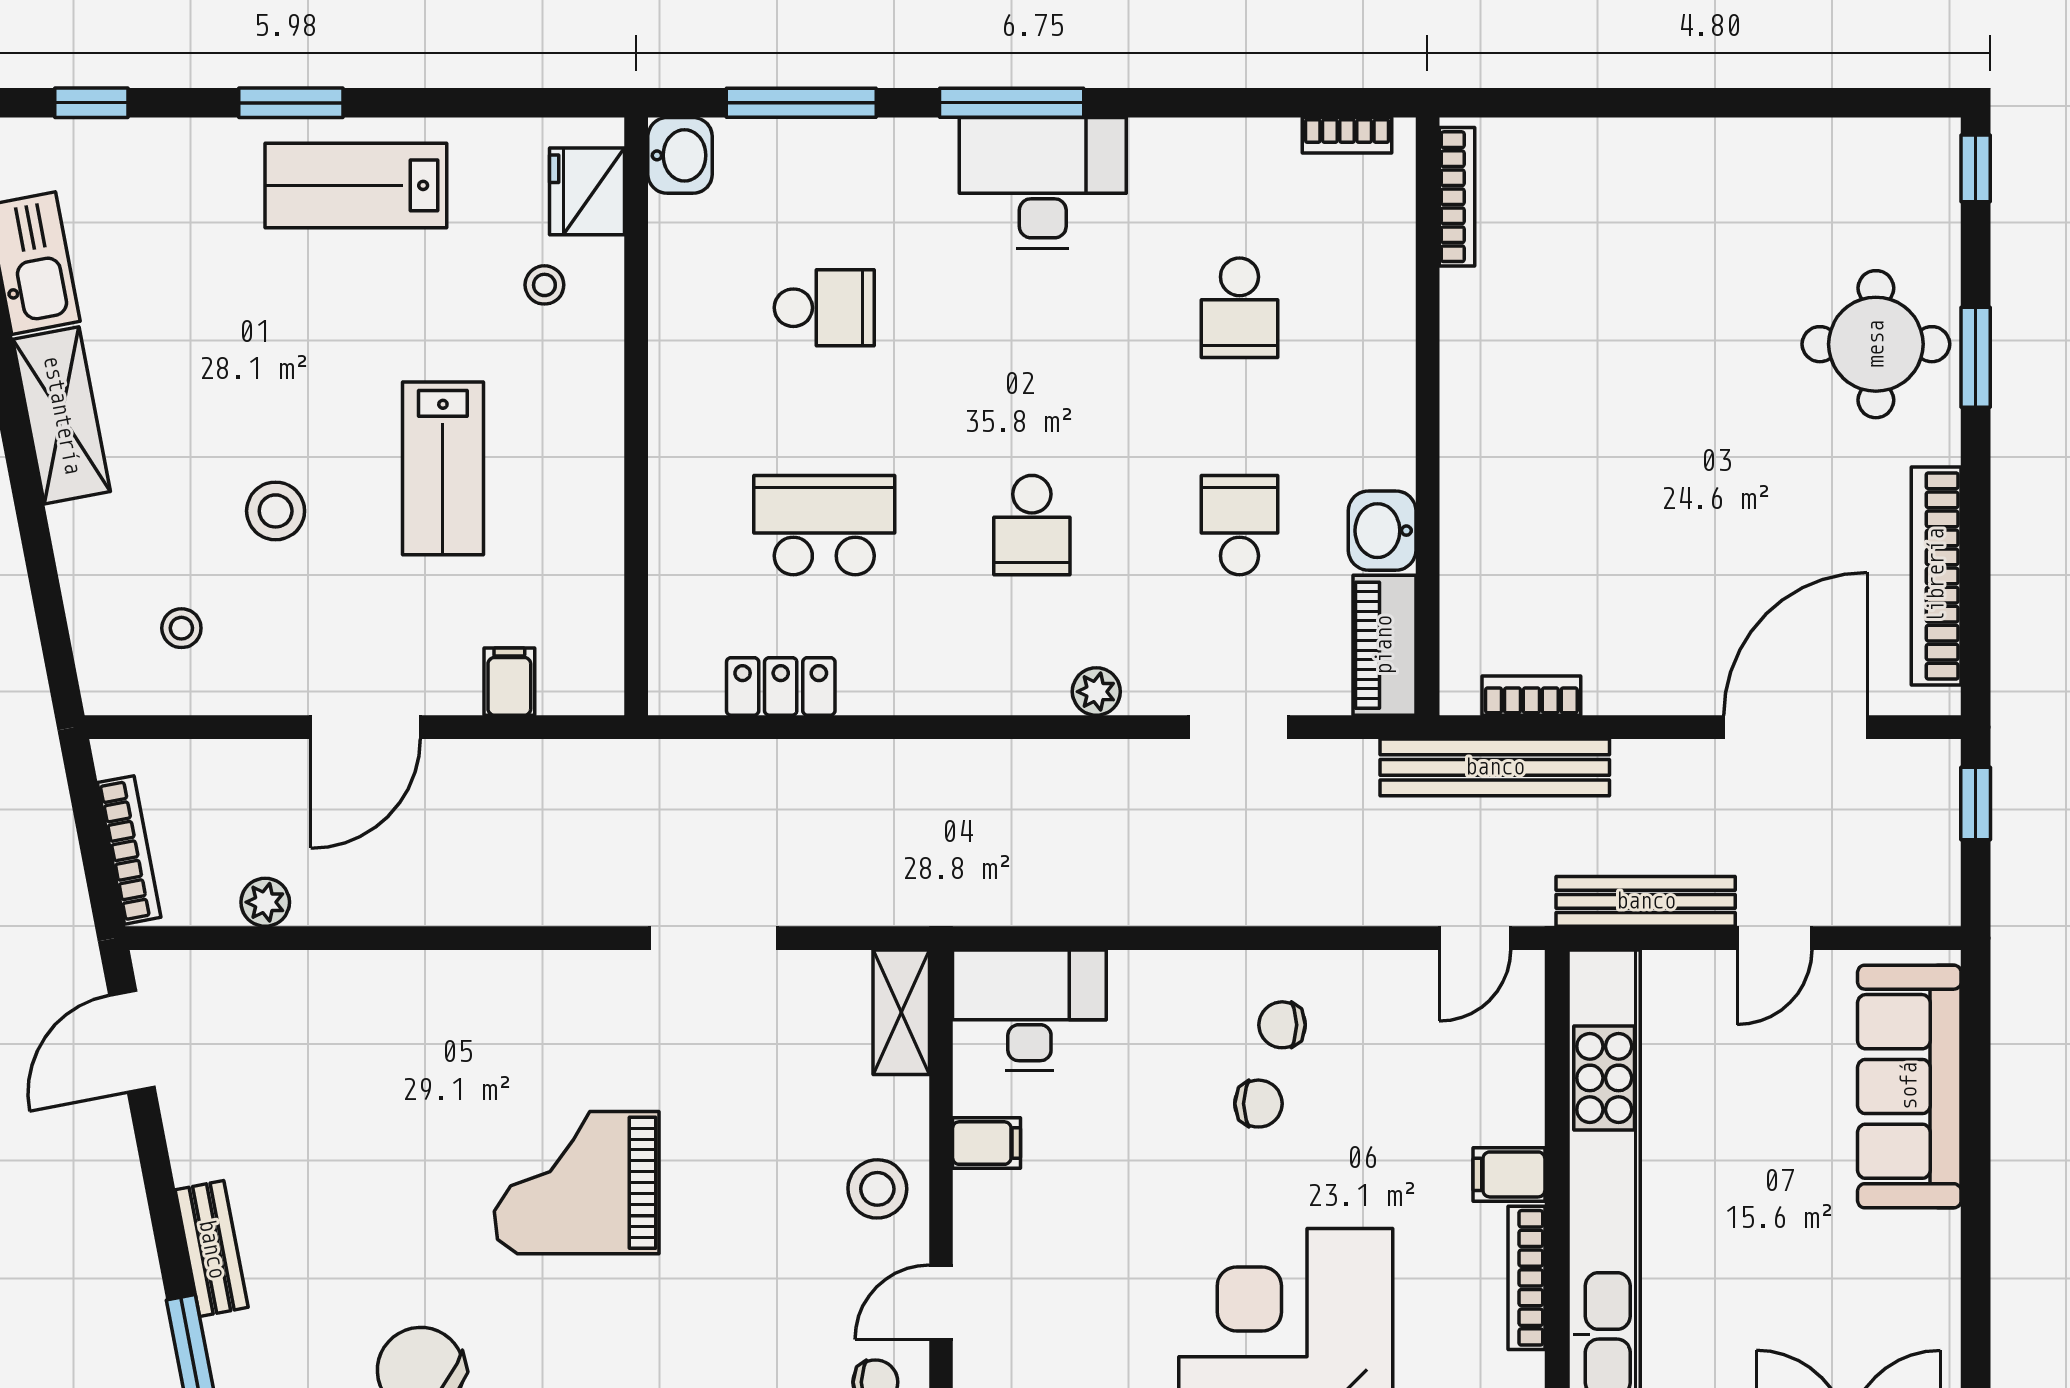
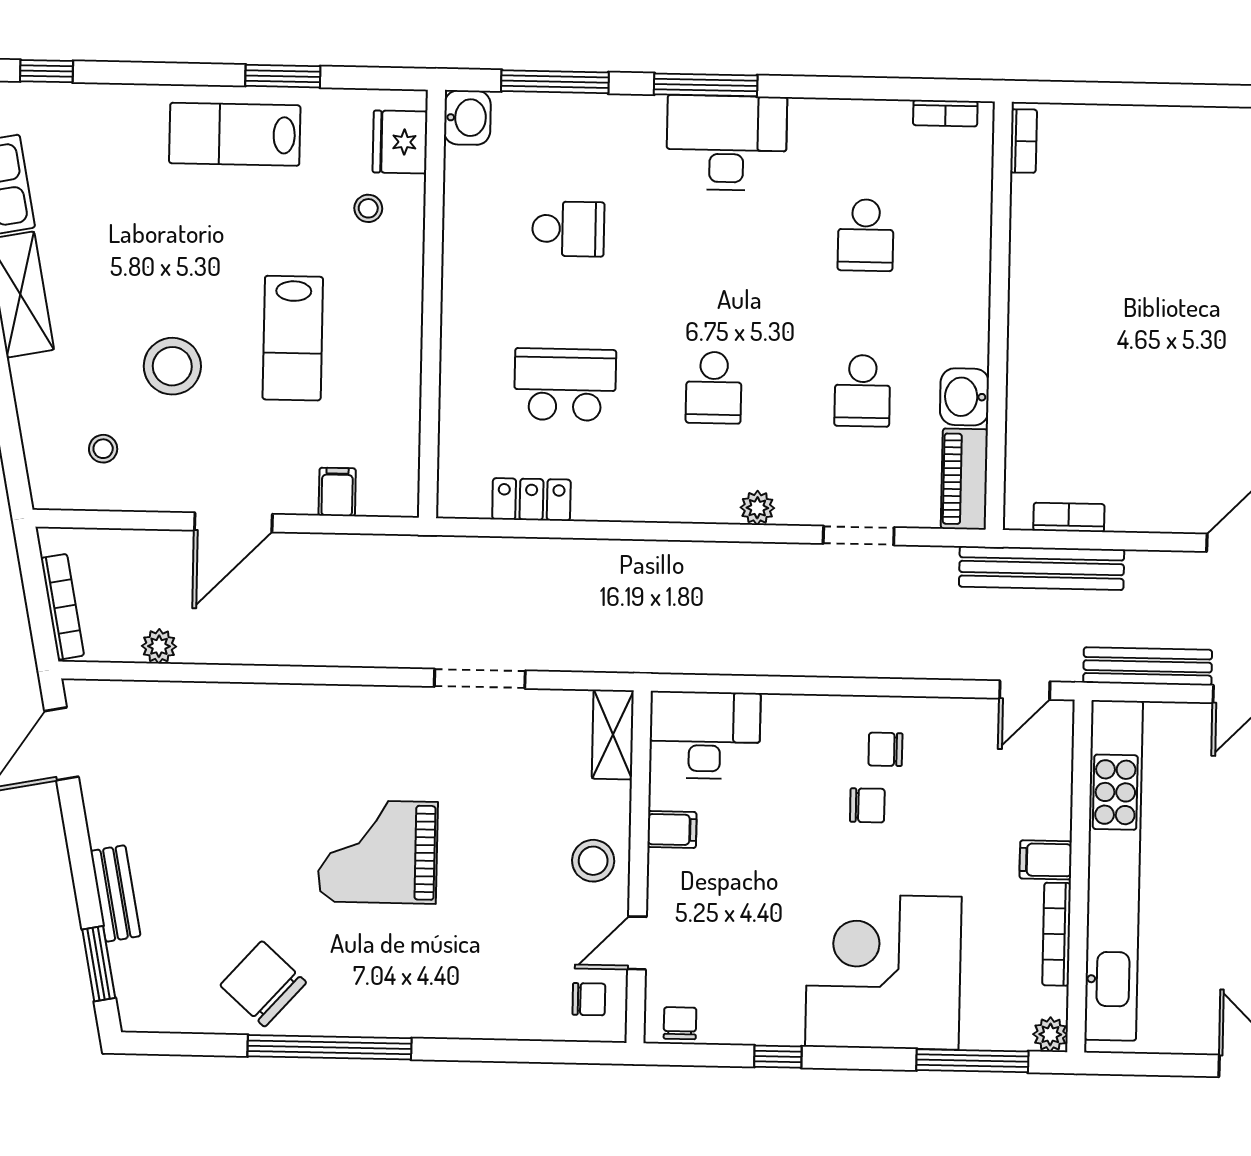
window: (291, 103) -> (283, 76), moved
bookcase: (1457, 197) -> (1023, 141), width x0.64
stool: (276, 511) -> (172, 366), width x1.38, depth x1.38
school desk: (1239, 525) -> (862, 391), turned 180

